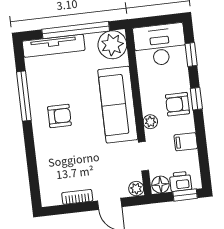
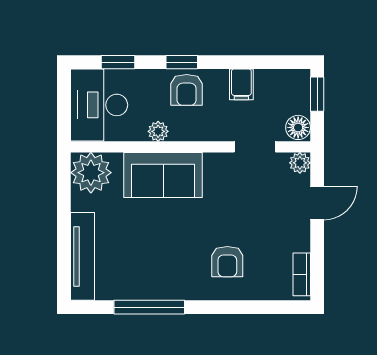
window: (76, 30) -> (64, 222), removed
sofa: (118, 105) -> (163, 175), width x0.73
armchair: (59, 116) -> (227, 262), moved, turned 180
plant: (150, 122) -> (158, 131), moved
printer: (181, 181) -> (297, 98), removed
bookcase: (77, 197) -> (302, 274), moved

